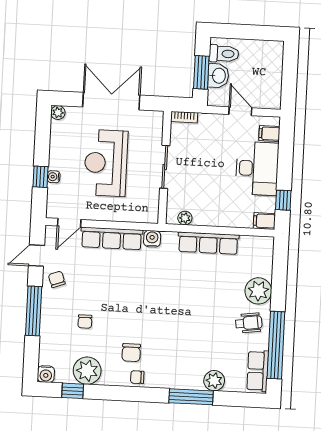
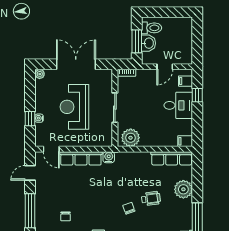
door: (240, 111) -> (165, 67), swing flipped
desk: (257, 168) -> (178, 105), width x0.73
window: (283, 200) -> (197, 95), moved
plant: (185, 218) -> (131, 138), width x1.87, depth x1.87
door: (69, 223) -> (51, 149), hinge flipped
row of seats: (208, 243) -> (172, 158), moved
chair: (57, 279) -> (129, 208), moved
wheelchair: (249, 323) -> (151, 199), moved

